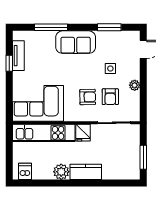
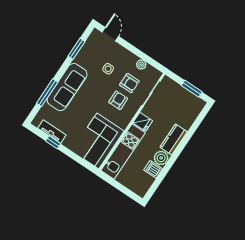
sofa: (76, 42) -> (67, 87), width x1.36
plant: (135, 85) -> (141, 65), moved
dishwasher: (25, 171) -> (153, 169), moved

